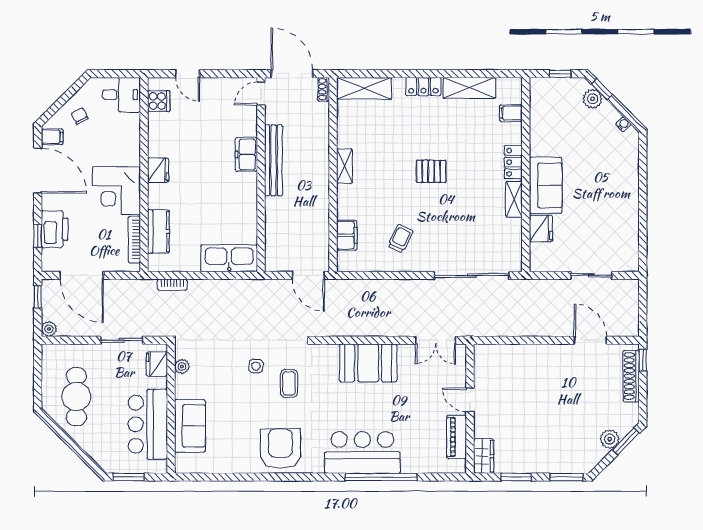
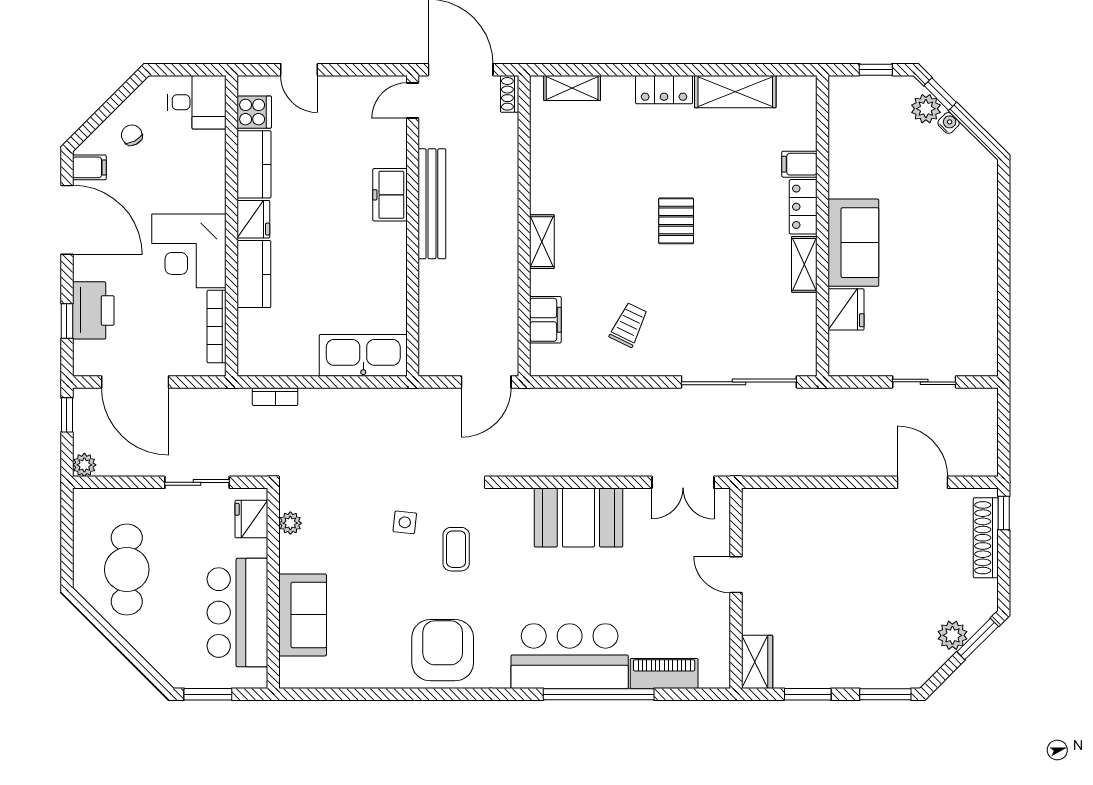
shelving: (364, 88) -> (572, 88), width x0.67, depth x0.75
filing cabinet: (511, 113) -> (799, 164), moved
water cooler: (623, 124) -> (949, 123), moved
kitchen counter: (158, 135) -> (254, 164), added
shelving: (344, 166) -> (542, 242), moved
pallet: (431, 171) -> (676, 221), turned 90
kitchen counter: (158, 231) -> (254, 274), moved
door: (308, 275) -> (486, 382), hinge flipped
piano: (457, 437) -> (664, 673), moved, turned 90

